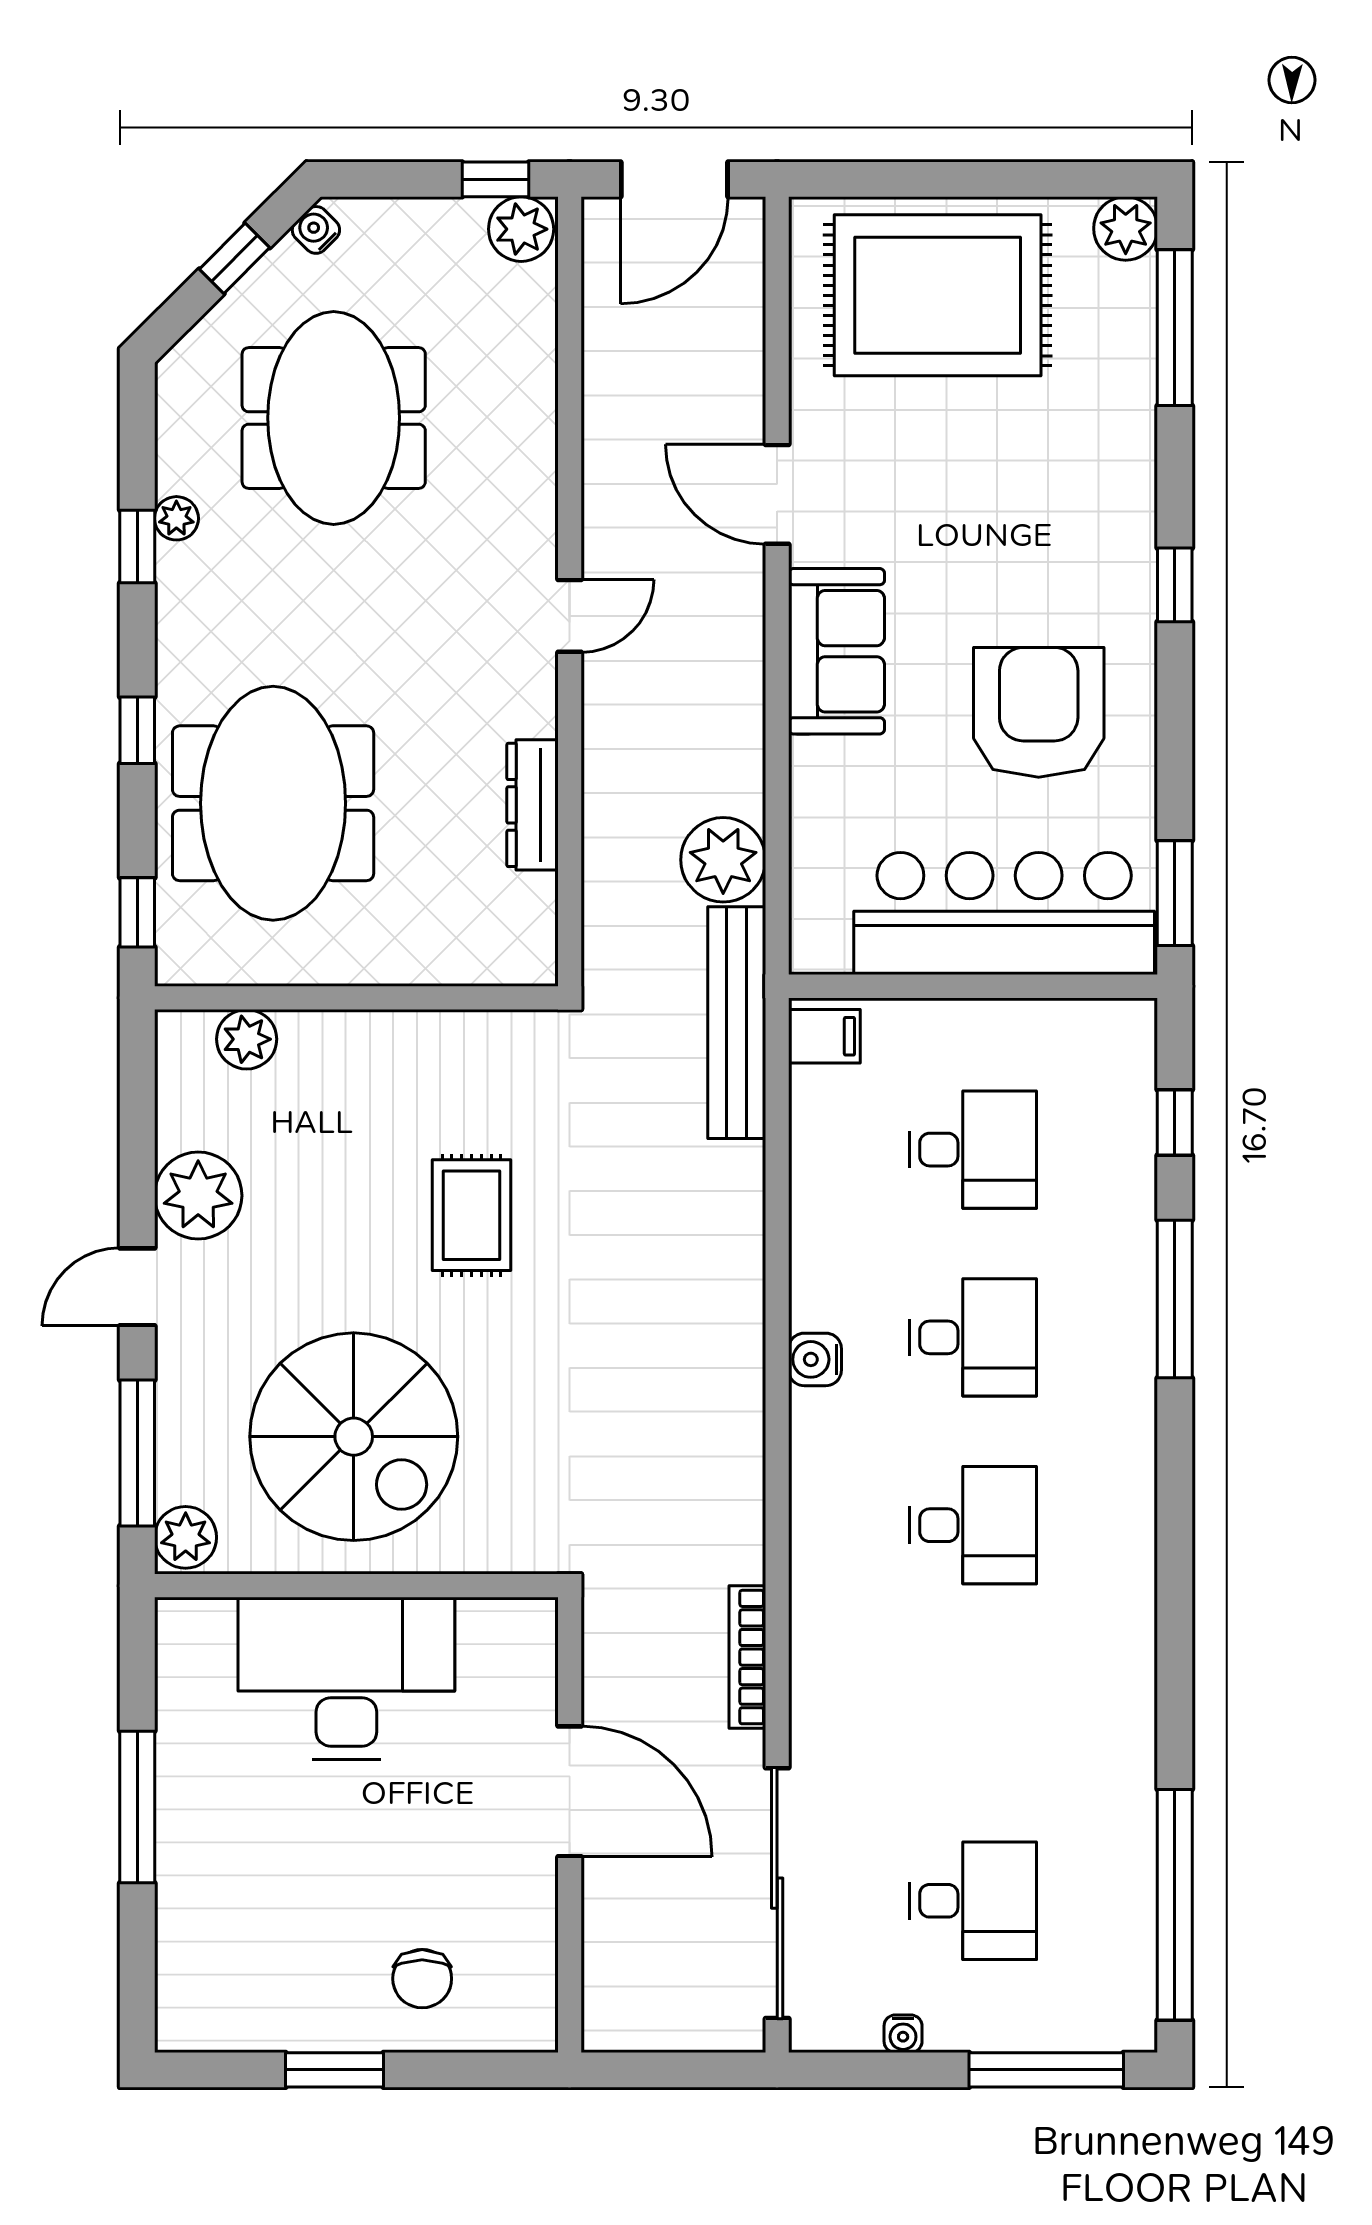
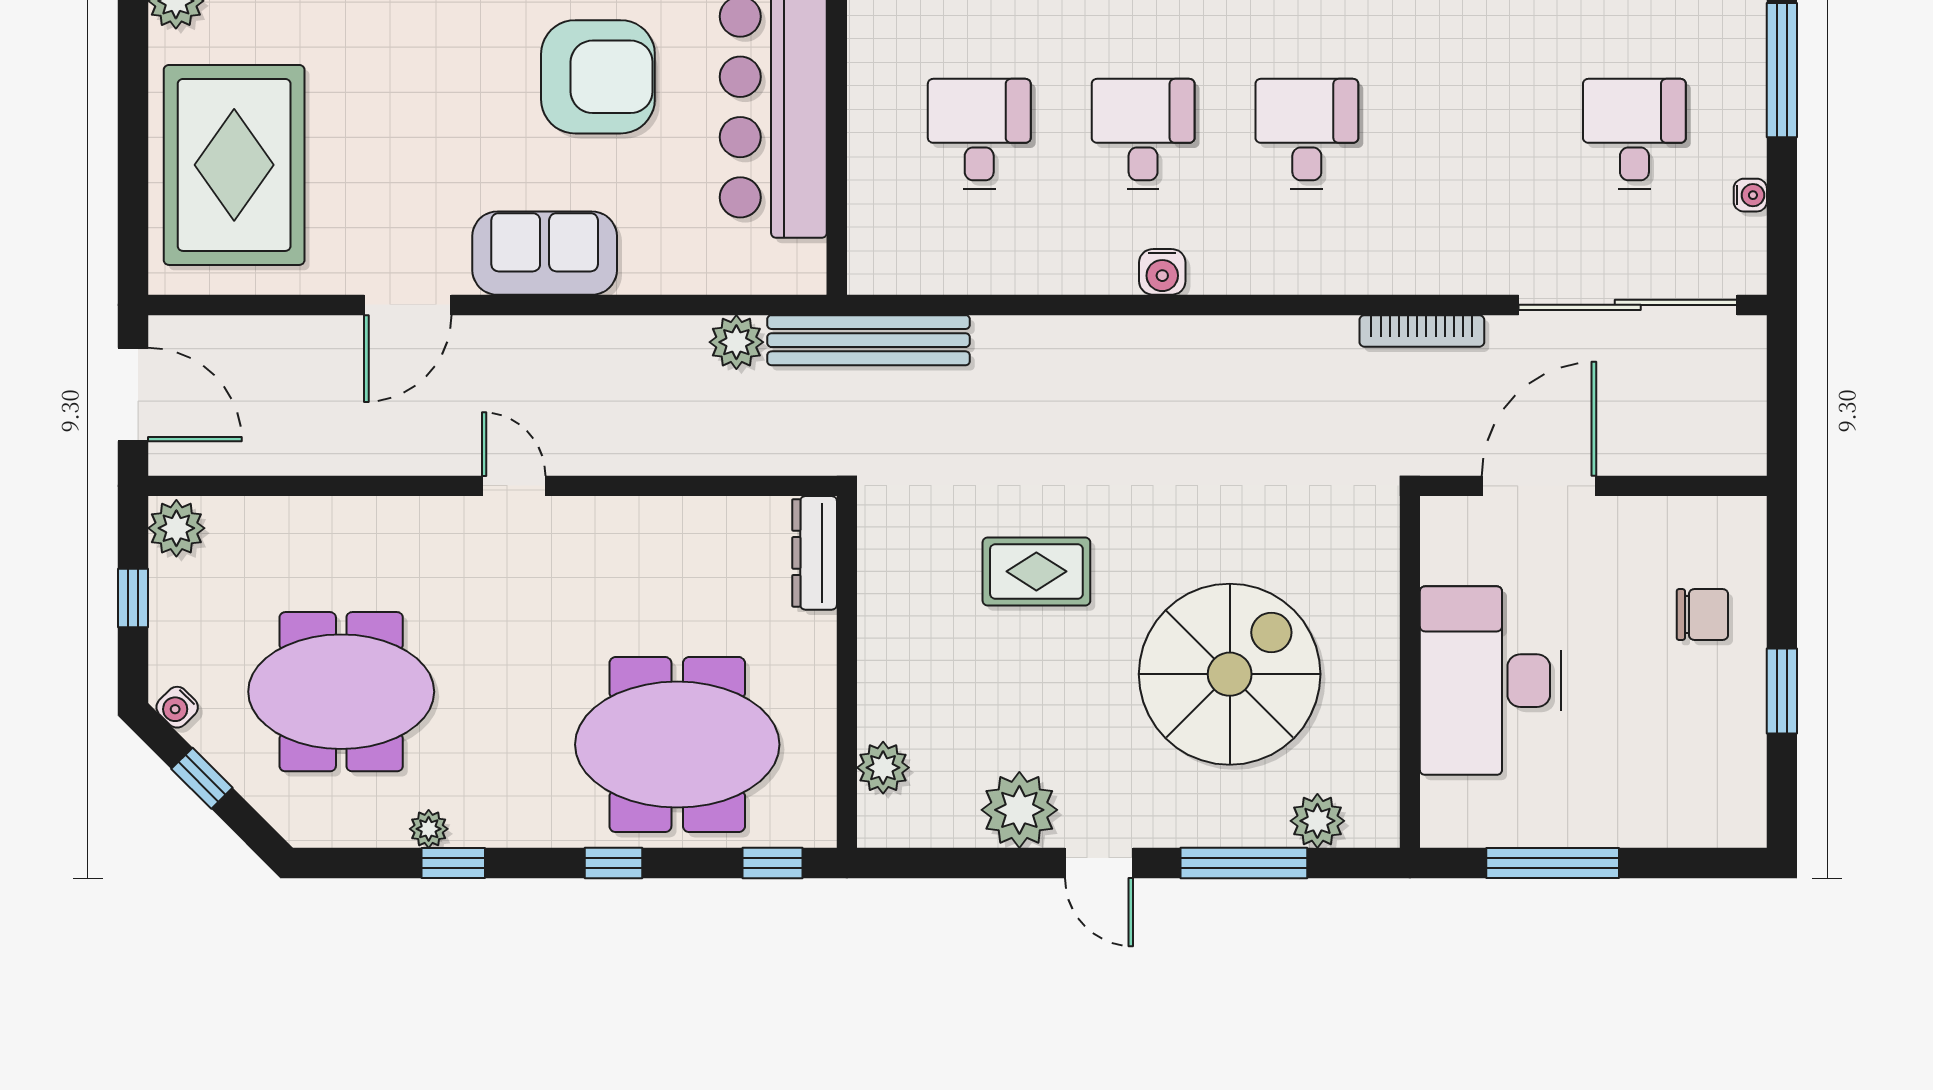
window: (496, 179) -> (133, 598), moved
armchair: (1039, 712) -> (598, 77), turned 180
dresser: (533, 805) -> (815, 553), moved, turned 90
plant: (723, 860) -> (736, 342), width x0.73, depth x0.73
filing cabinet: (824, 1036) -> (880, 264), removed
wall: (356, 1586) -> (1410, 672), moved
desk: (346, 1678) -> (1491, 681), moved

